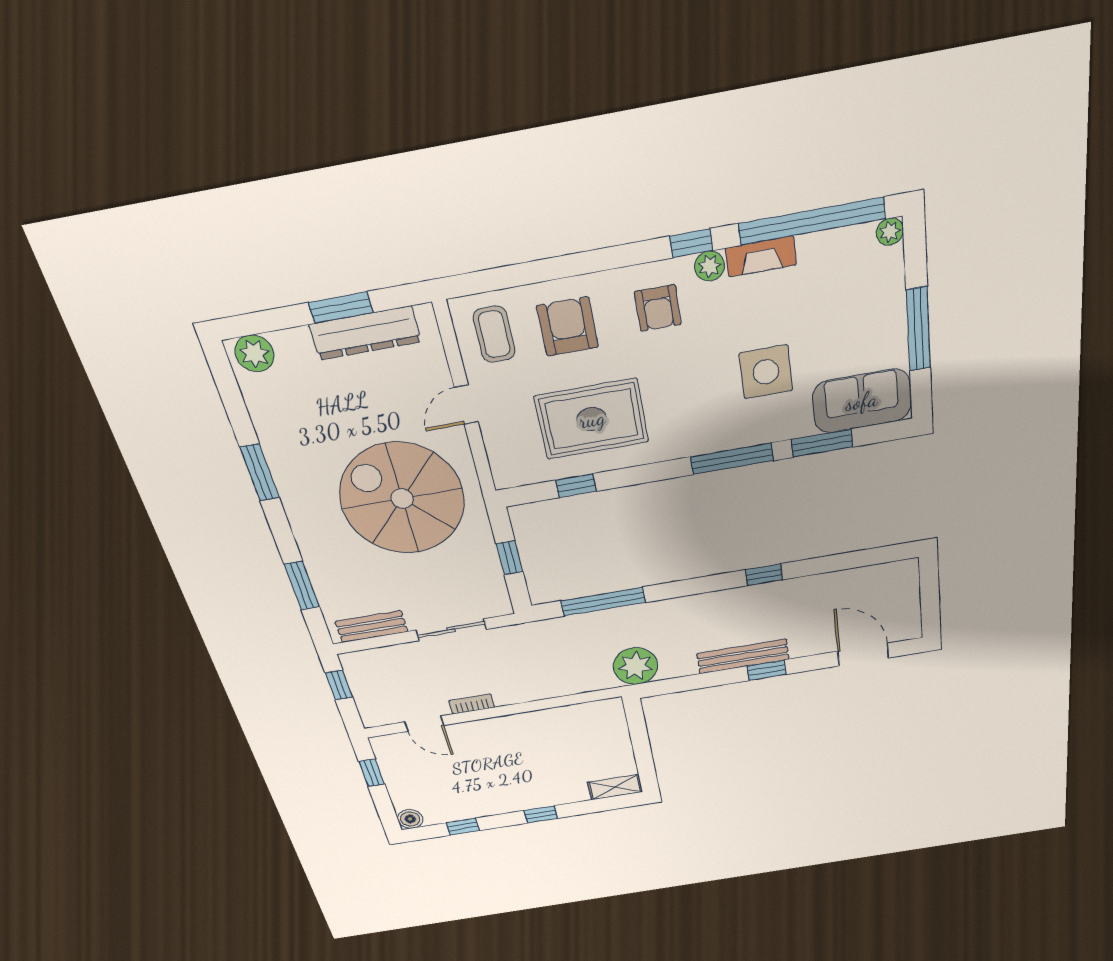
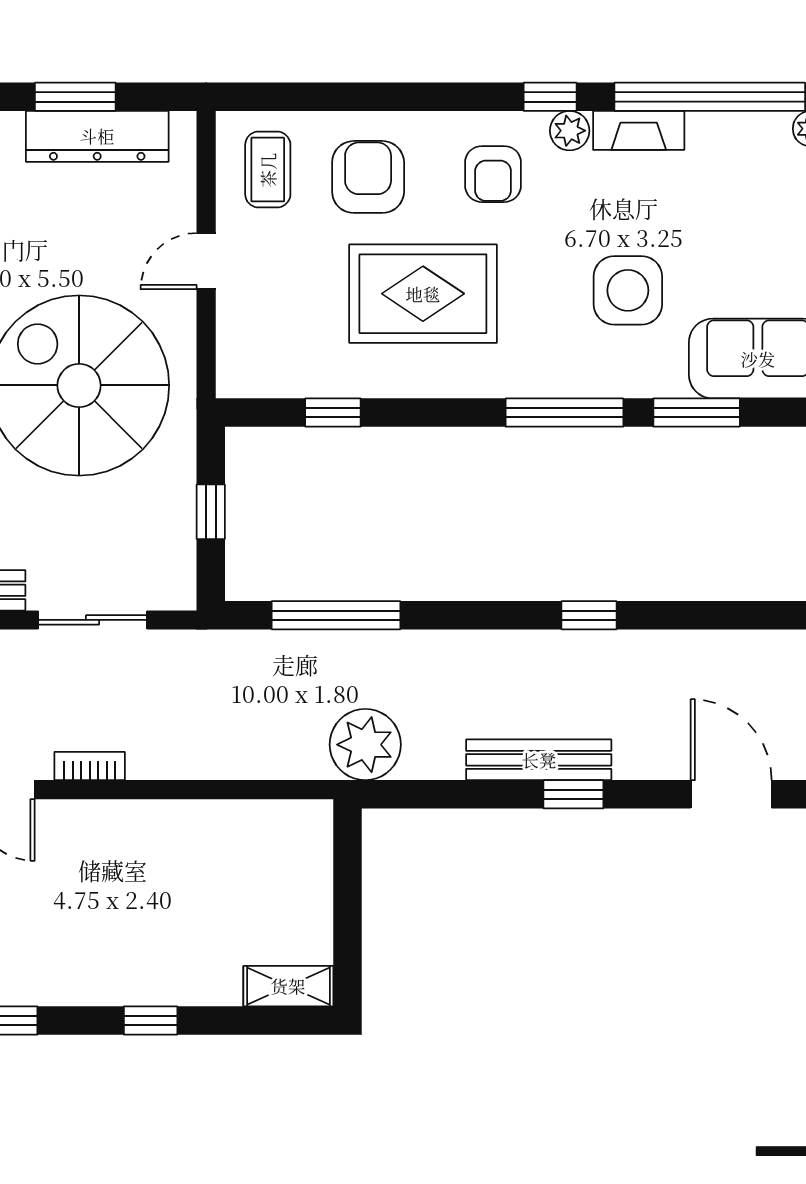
rug: (592, 419) -> (423, 294), moved

